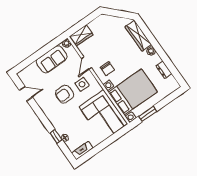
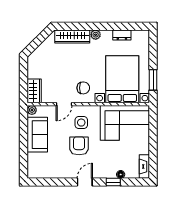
door: (86, 63) -> (64, 104), hinge flipped
door: (26, 94) -> (85, 182), moved
armchair: (64, 94) -> (79, 146), turned 180

